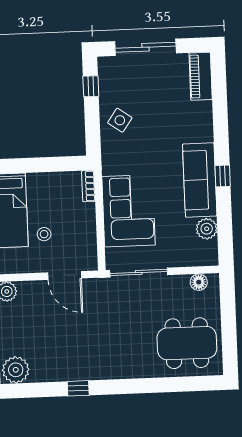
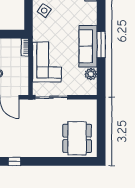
window: (223, 176) -> (101, 44), width x2.17
floor lamp: (199, 282) -> (85, 104), removed
dining table: (187, 343) -> (77, 138), turned 90

